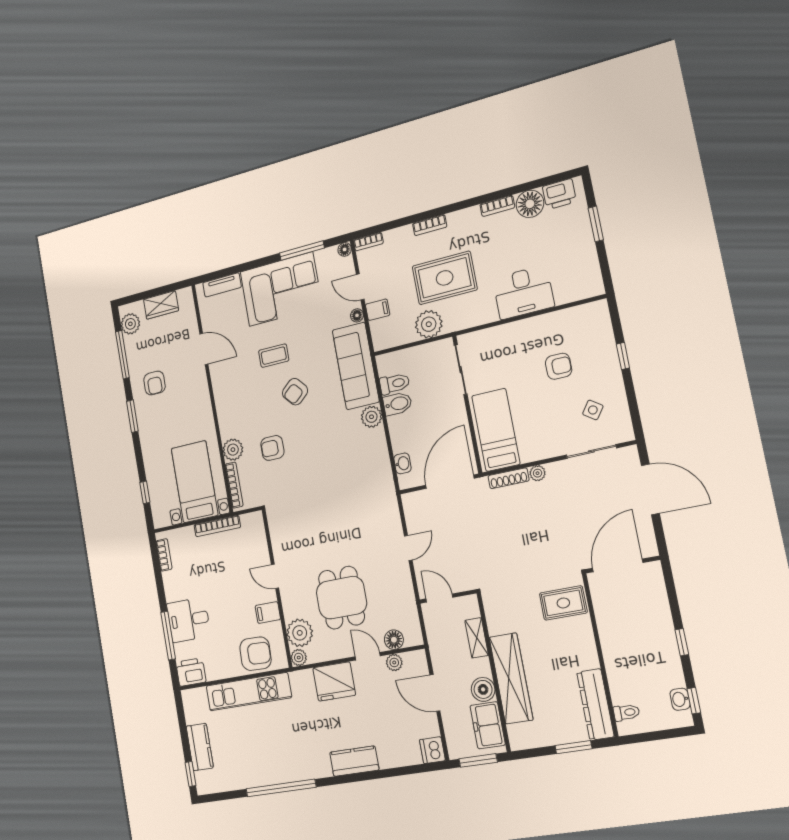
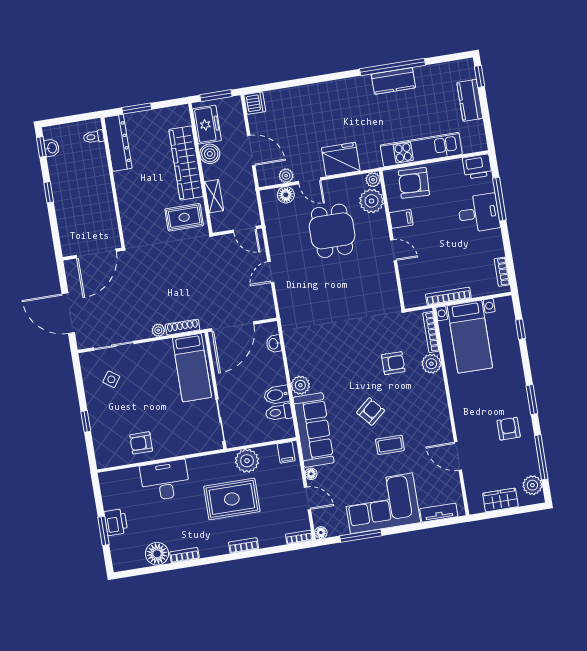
printer: (559, 194) -> (116, 522), moved, turned 90
filing cabinet: (378, 310) -> (286, 452), moved, turned -90
armchair: (559, 366) -> (141, 443), moved
rug: (563, 603) -> (184, 217), moved
kitchen counter: (354, 761) -> (393, 81), moved

